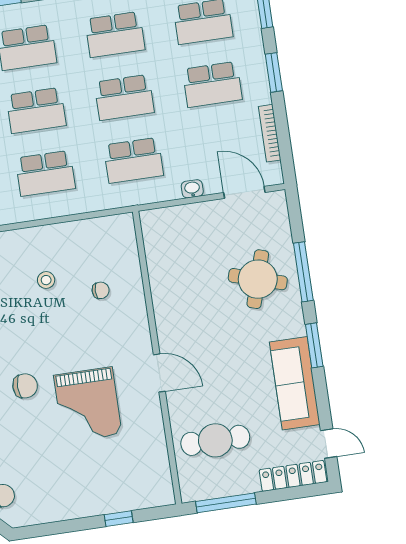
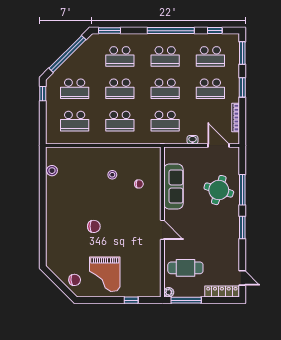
sofa: (295, 383) -> (173, 186), moved, turned 180
grand piano: (88, 405) -> (105, 274), moved
plant: (190, 493) -> (169, 292), added

